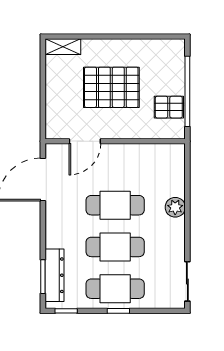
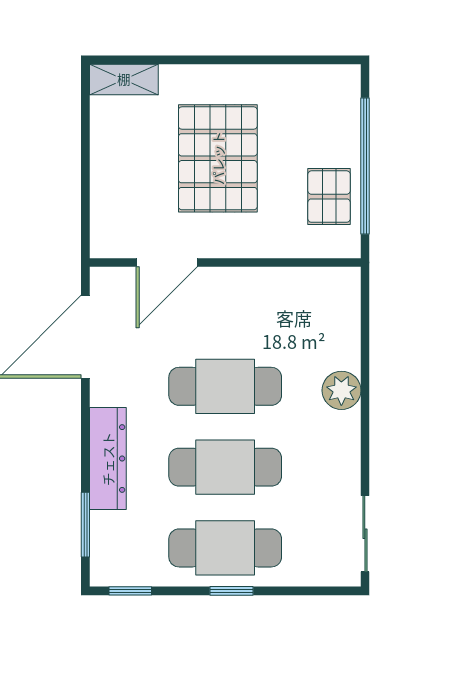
pallet: (111, 87) -> (218, 158), turned 90
pallet: (169, 107) -> (329, 197), turned 90
dresser: (54, 275) -> (108, 459), moved

